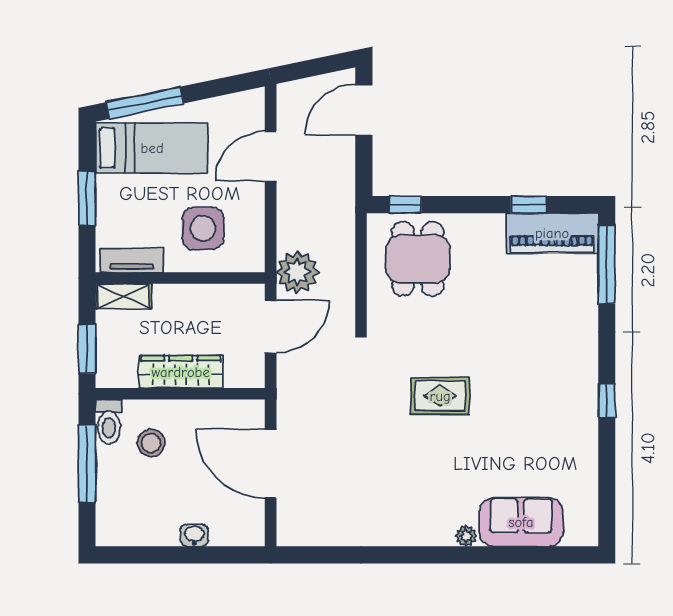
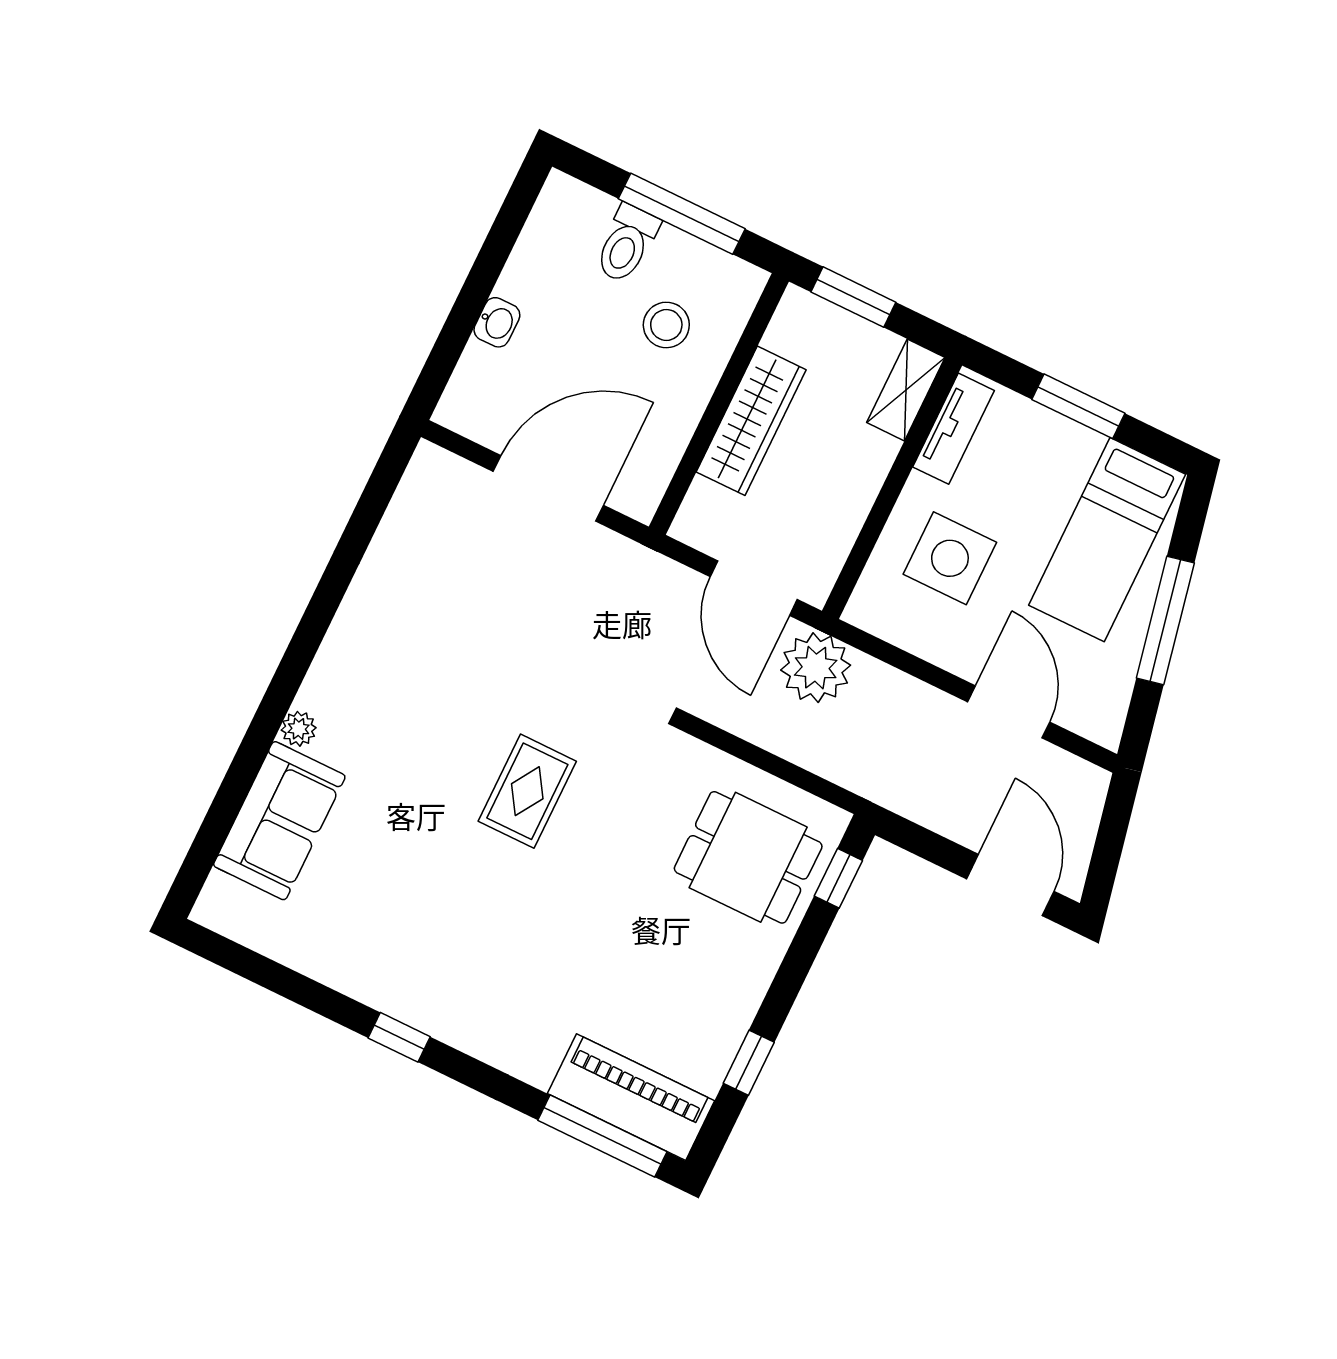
window: (145, 103) -> (1165, 620), moved
piano: (552, 233) -> (631, 1097), moved, turned 90
toilet: (109, 422) -> (627, 244), moved, turned -90

